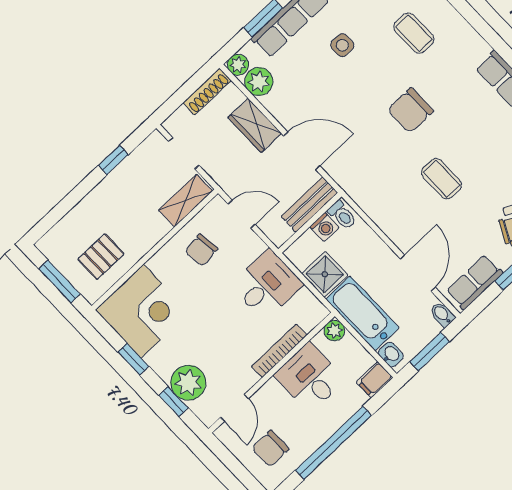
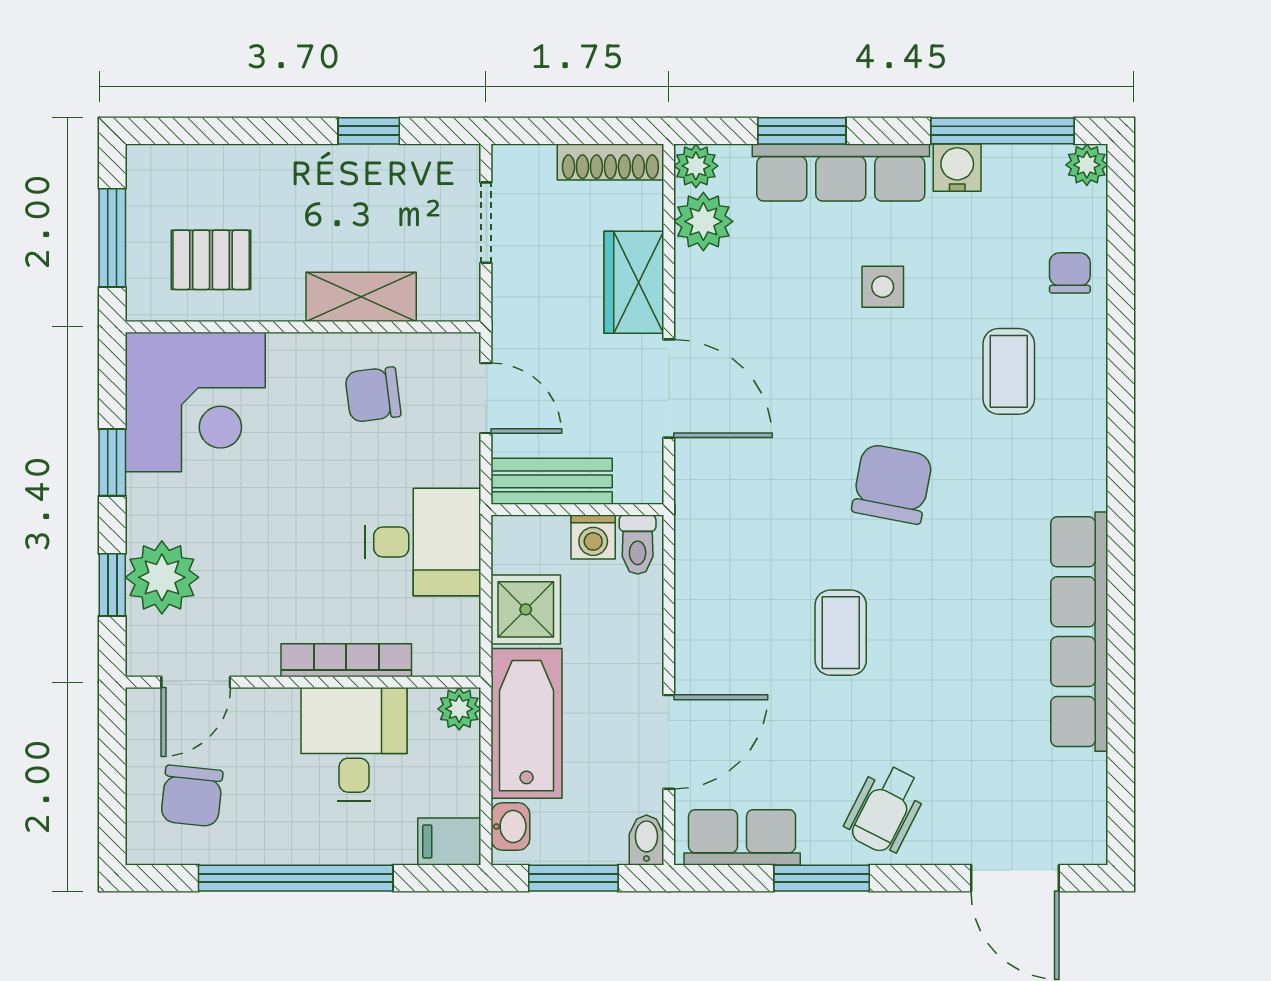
chair: (410, 110) -> (892, 484), turned 101
shelving: (186, 201) -> (361, 297), moved
bench: (309, 205) -> (552, 481), moved
chair: (270, 449) -> (192, 796), turned -84

